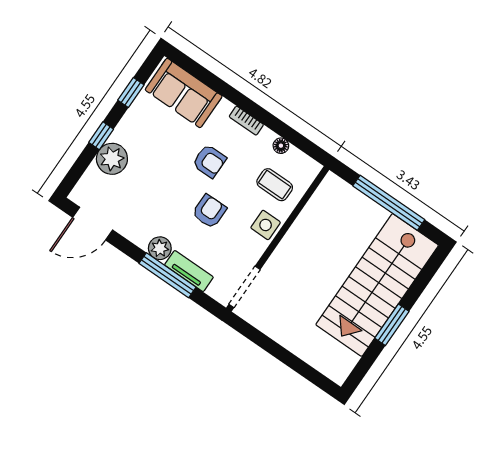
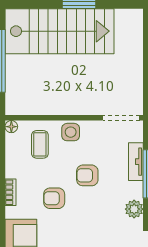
floor lamp: (281, 146) -> (11, 127), moved
armchair: (209, 161) -> (54, 198), turned -90
plant: (160, 248) -> (134, 209), moved

